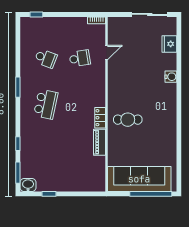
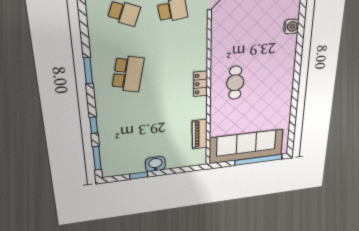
window: (18, 87) -> (88, 71), moved
cafe table: (128, 120) -> (235, 83), turned 90
piano: (99, 142) -> (200, 134), moved
washbasin: (28, 185) -> (155, 164), moved

